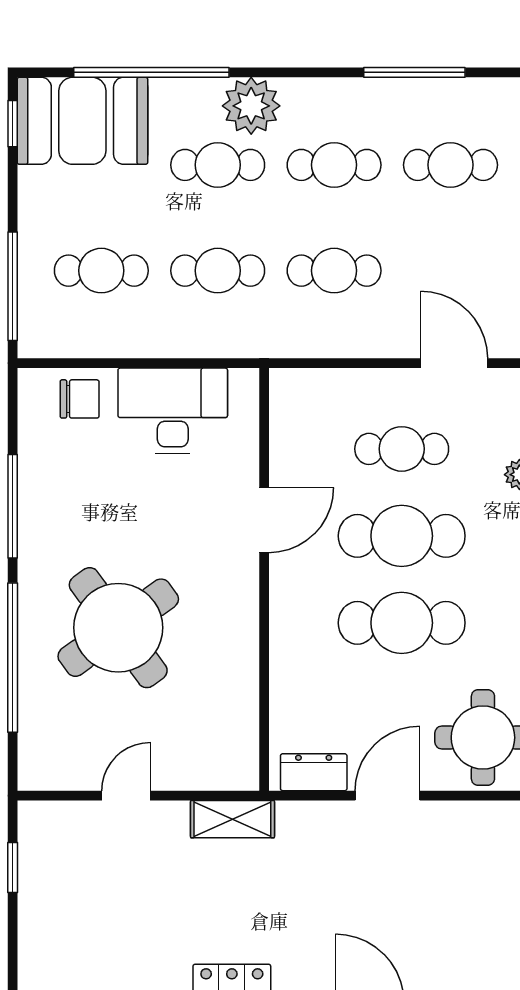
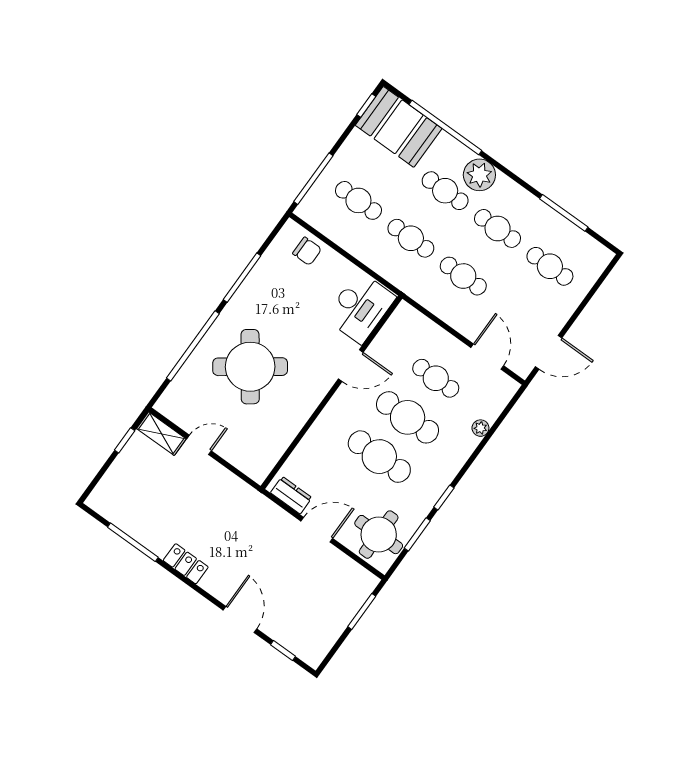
desk: (173, 411) -> (360, 307), moved, turned 90
shelving: (232, 819) -> (161, 434), moved

